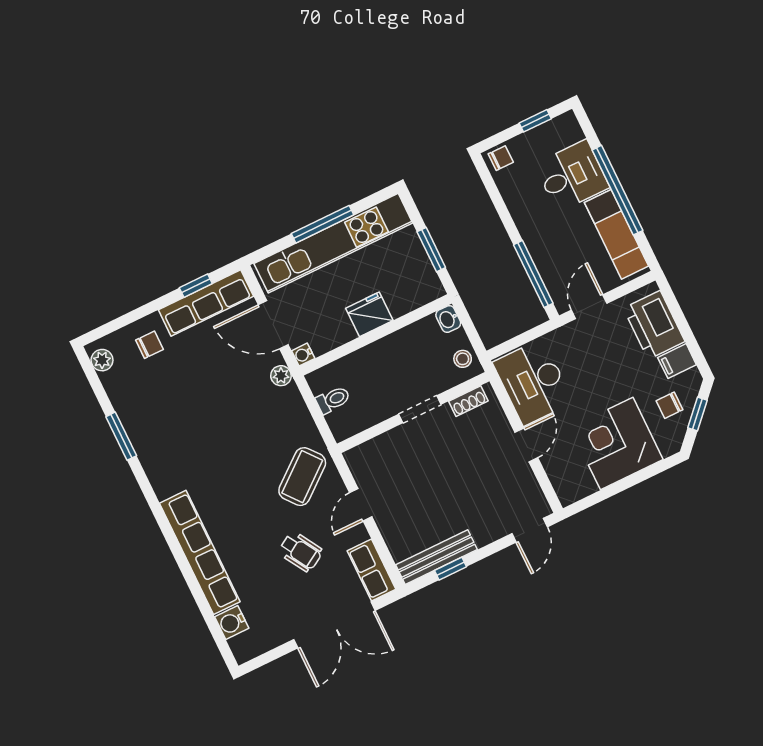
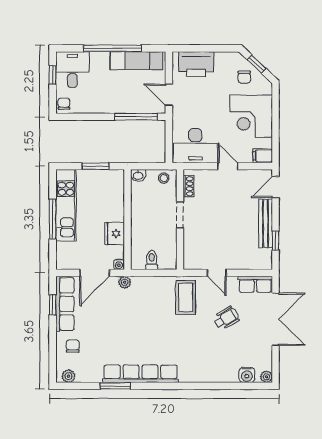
desk: (572, 176) -> (72, 69), moved
kitchen unit: (333, 243) -> (66, 205), width x0.73
fridge: (369, 314) -> (114, 234), moved
filing cabinet: (677, 361) -> (263, 156), moved, turned 90
coffee table: (302, 477) -> (186, 297), turned 39
door: (530, 530) -> (276, 187), swing flipped
row of seats: (200, 552) -> (141, 374), moved
bench: (436, 557) -> (266, 223), moved
plant: (243, 653) -> (266, 377), added

